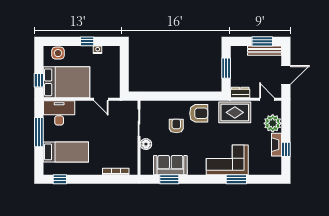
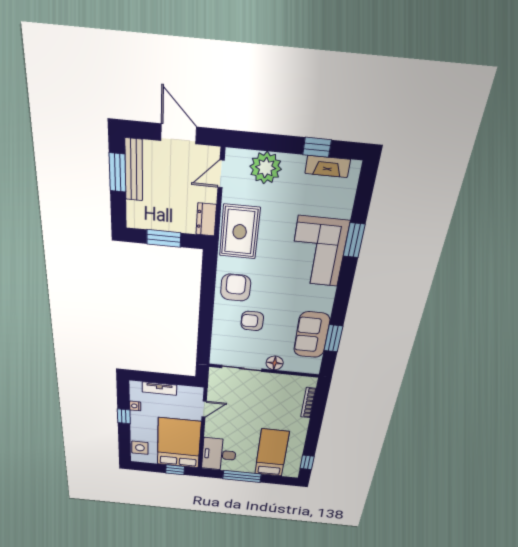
tv unit: (115, 67) -> (159, 389), added
fireplace: (277, 145) -> (328, 166), moved

